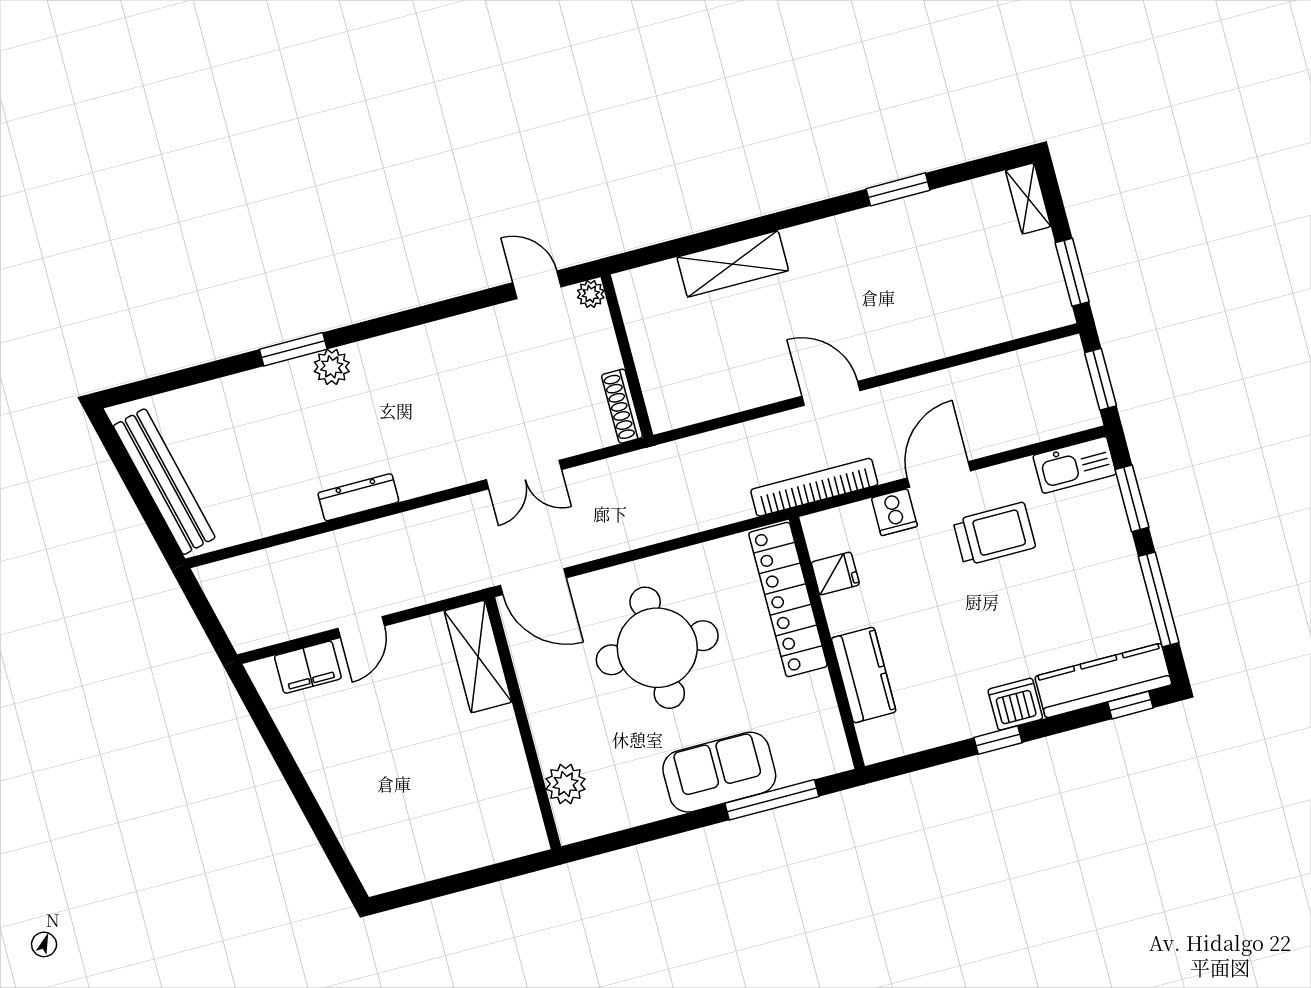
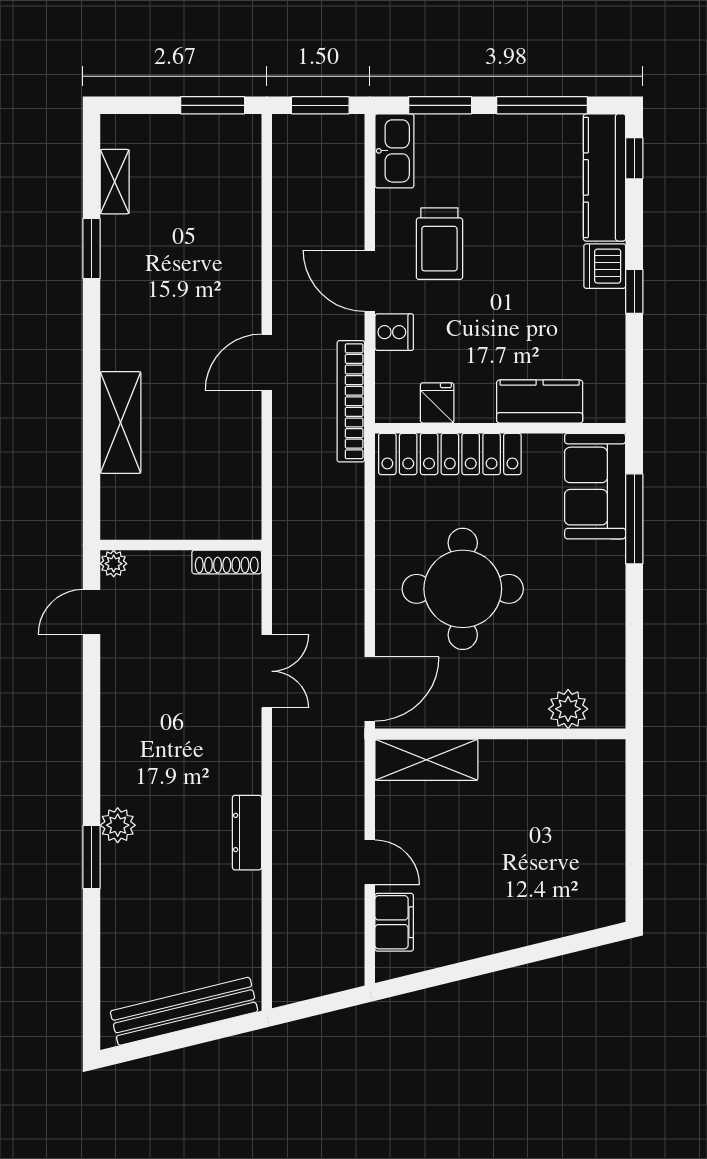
shelving: (1028, 198) -> (115, 182), moved, turned 90
trolley: (994, 534) -> (439, 244), turned 180
sofa: (719, 772) -> (595, 486), moved

